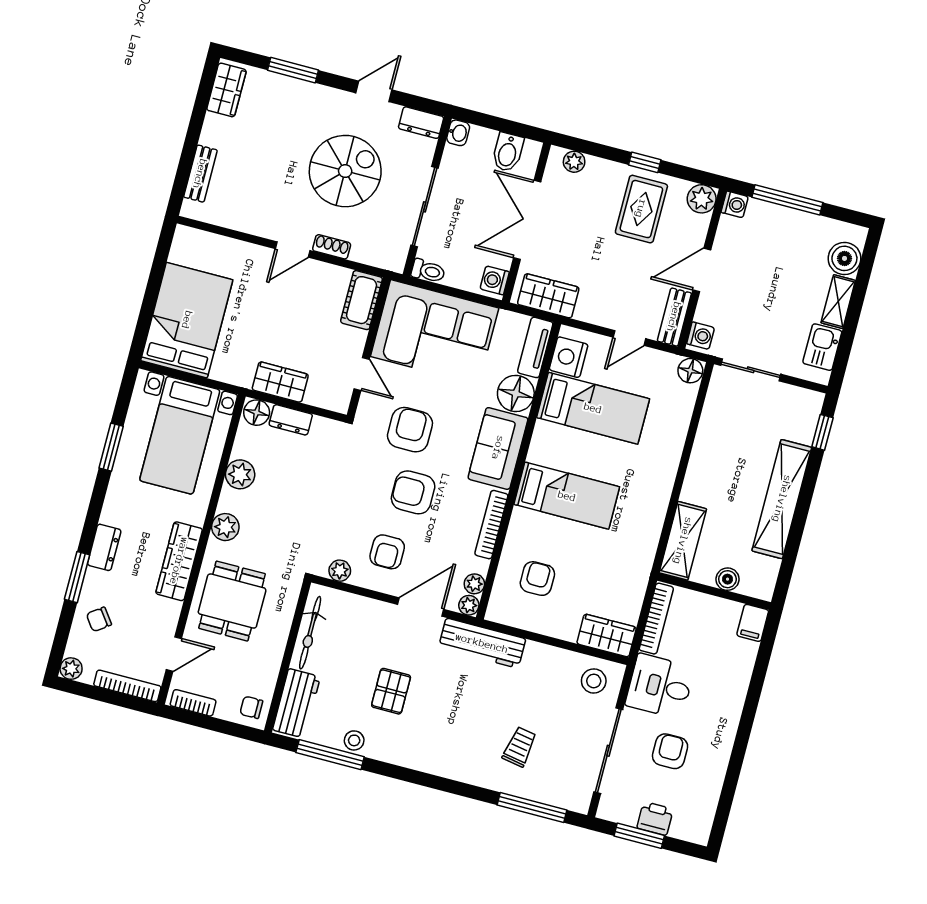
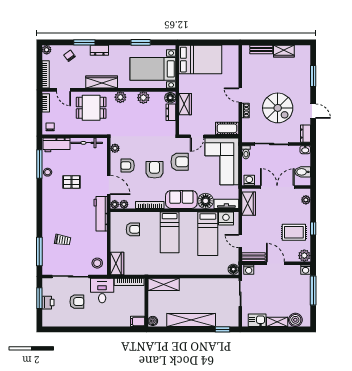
wardrobe: (226, 90) -> (284, 51), moved
boiler: (728, 579) -> (153, 321), moved

